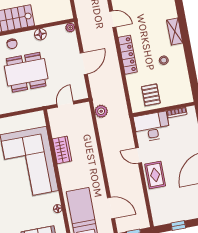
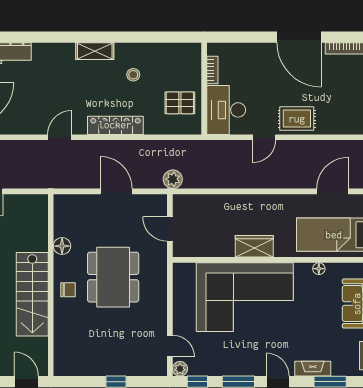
plant: (70, 27) -> (60, 201), removed
plant: (101, 111) -> (173, 179), moved
wardrobe: (62, 150) -> (254, 246), moved

